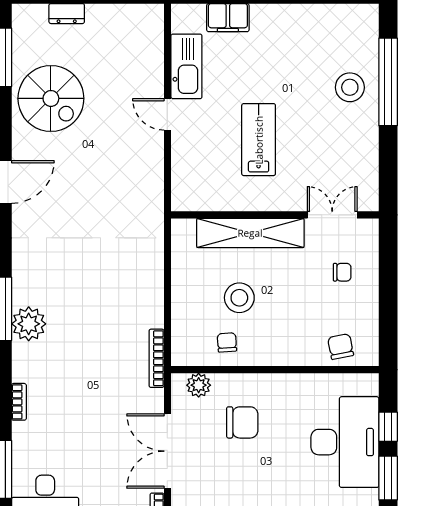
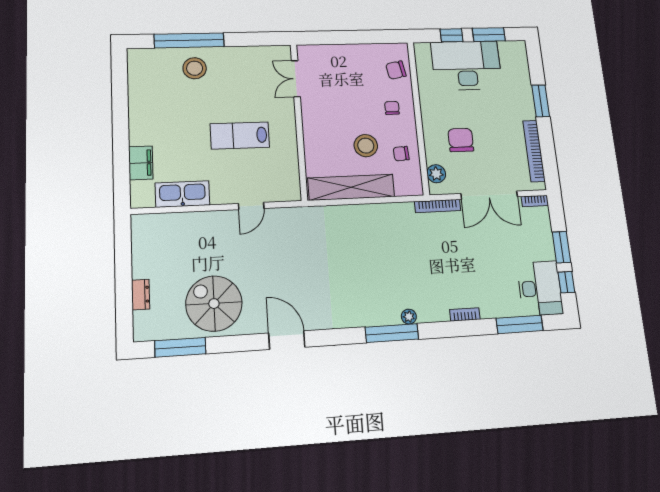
spiral stairs: (51, 98) -> (214, 304), turned -90
door: (167, 114) -> (251, 206), moved
shelving: (250, 233) -> (351, 187), moved, turned 90
chair: (342, 272) -> (392, 108), moved
plant: (29, 324) -> (409, 317), width x0.53, depth x0.53
bookcase: (157, 358) -> (438, 206), moved

